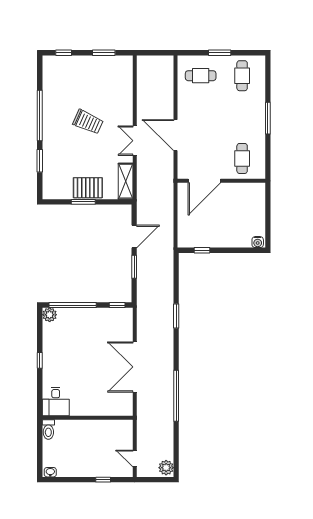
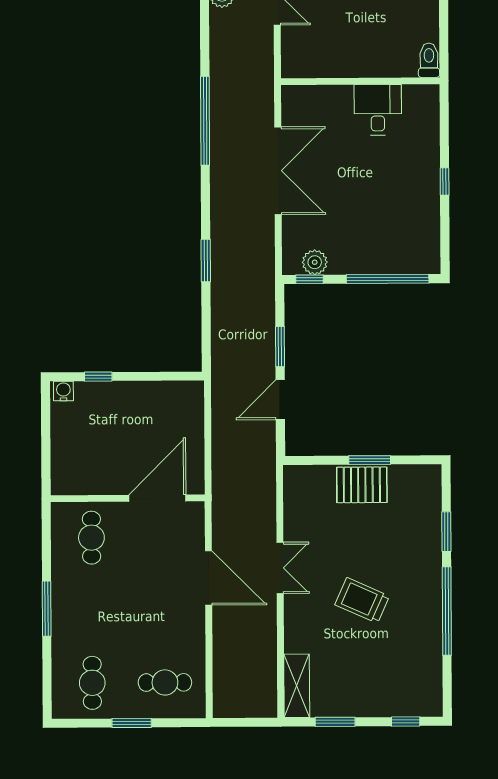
shelving: (126, 181) -> (297, 686), moved
window: (202, 250) -> (98, 377), moved
plant: (50, 315) -> (315, 262), moved
desk: (56, 401) -> (378, 110), moved

